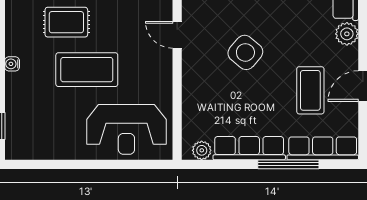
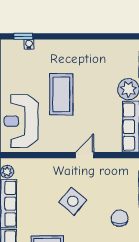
rug: (66, 22) -> (93, 81), removed
water cooler: (12, 64) -> (29, 44), moved

